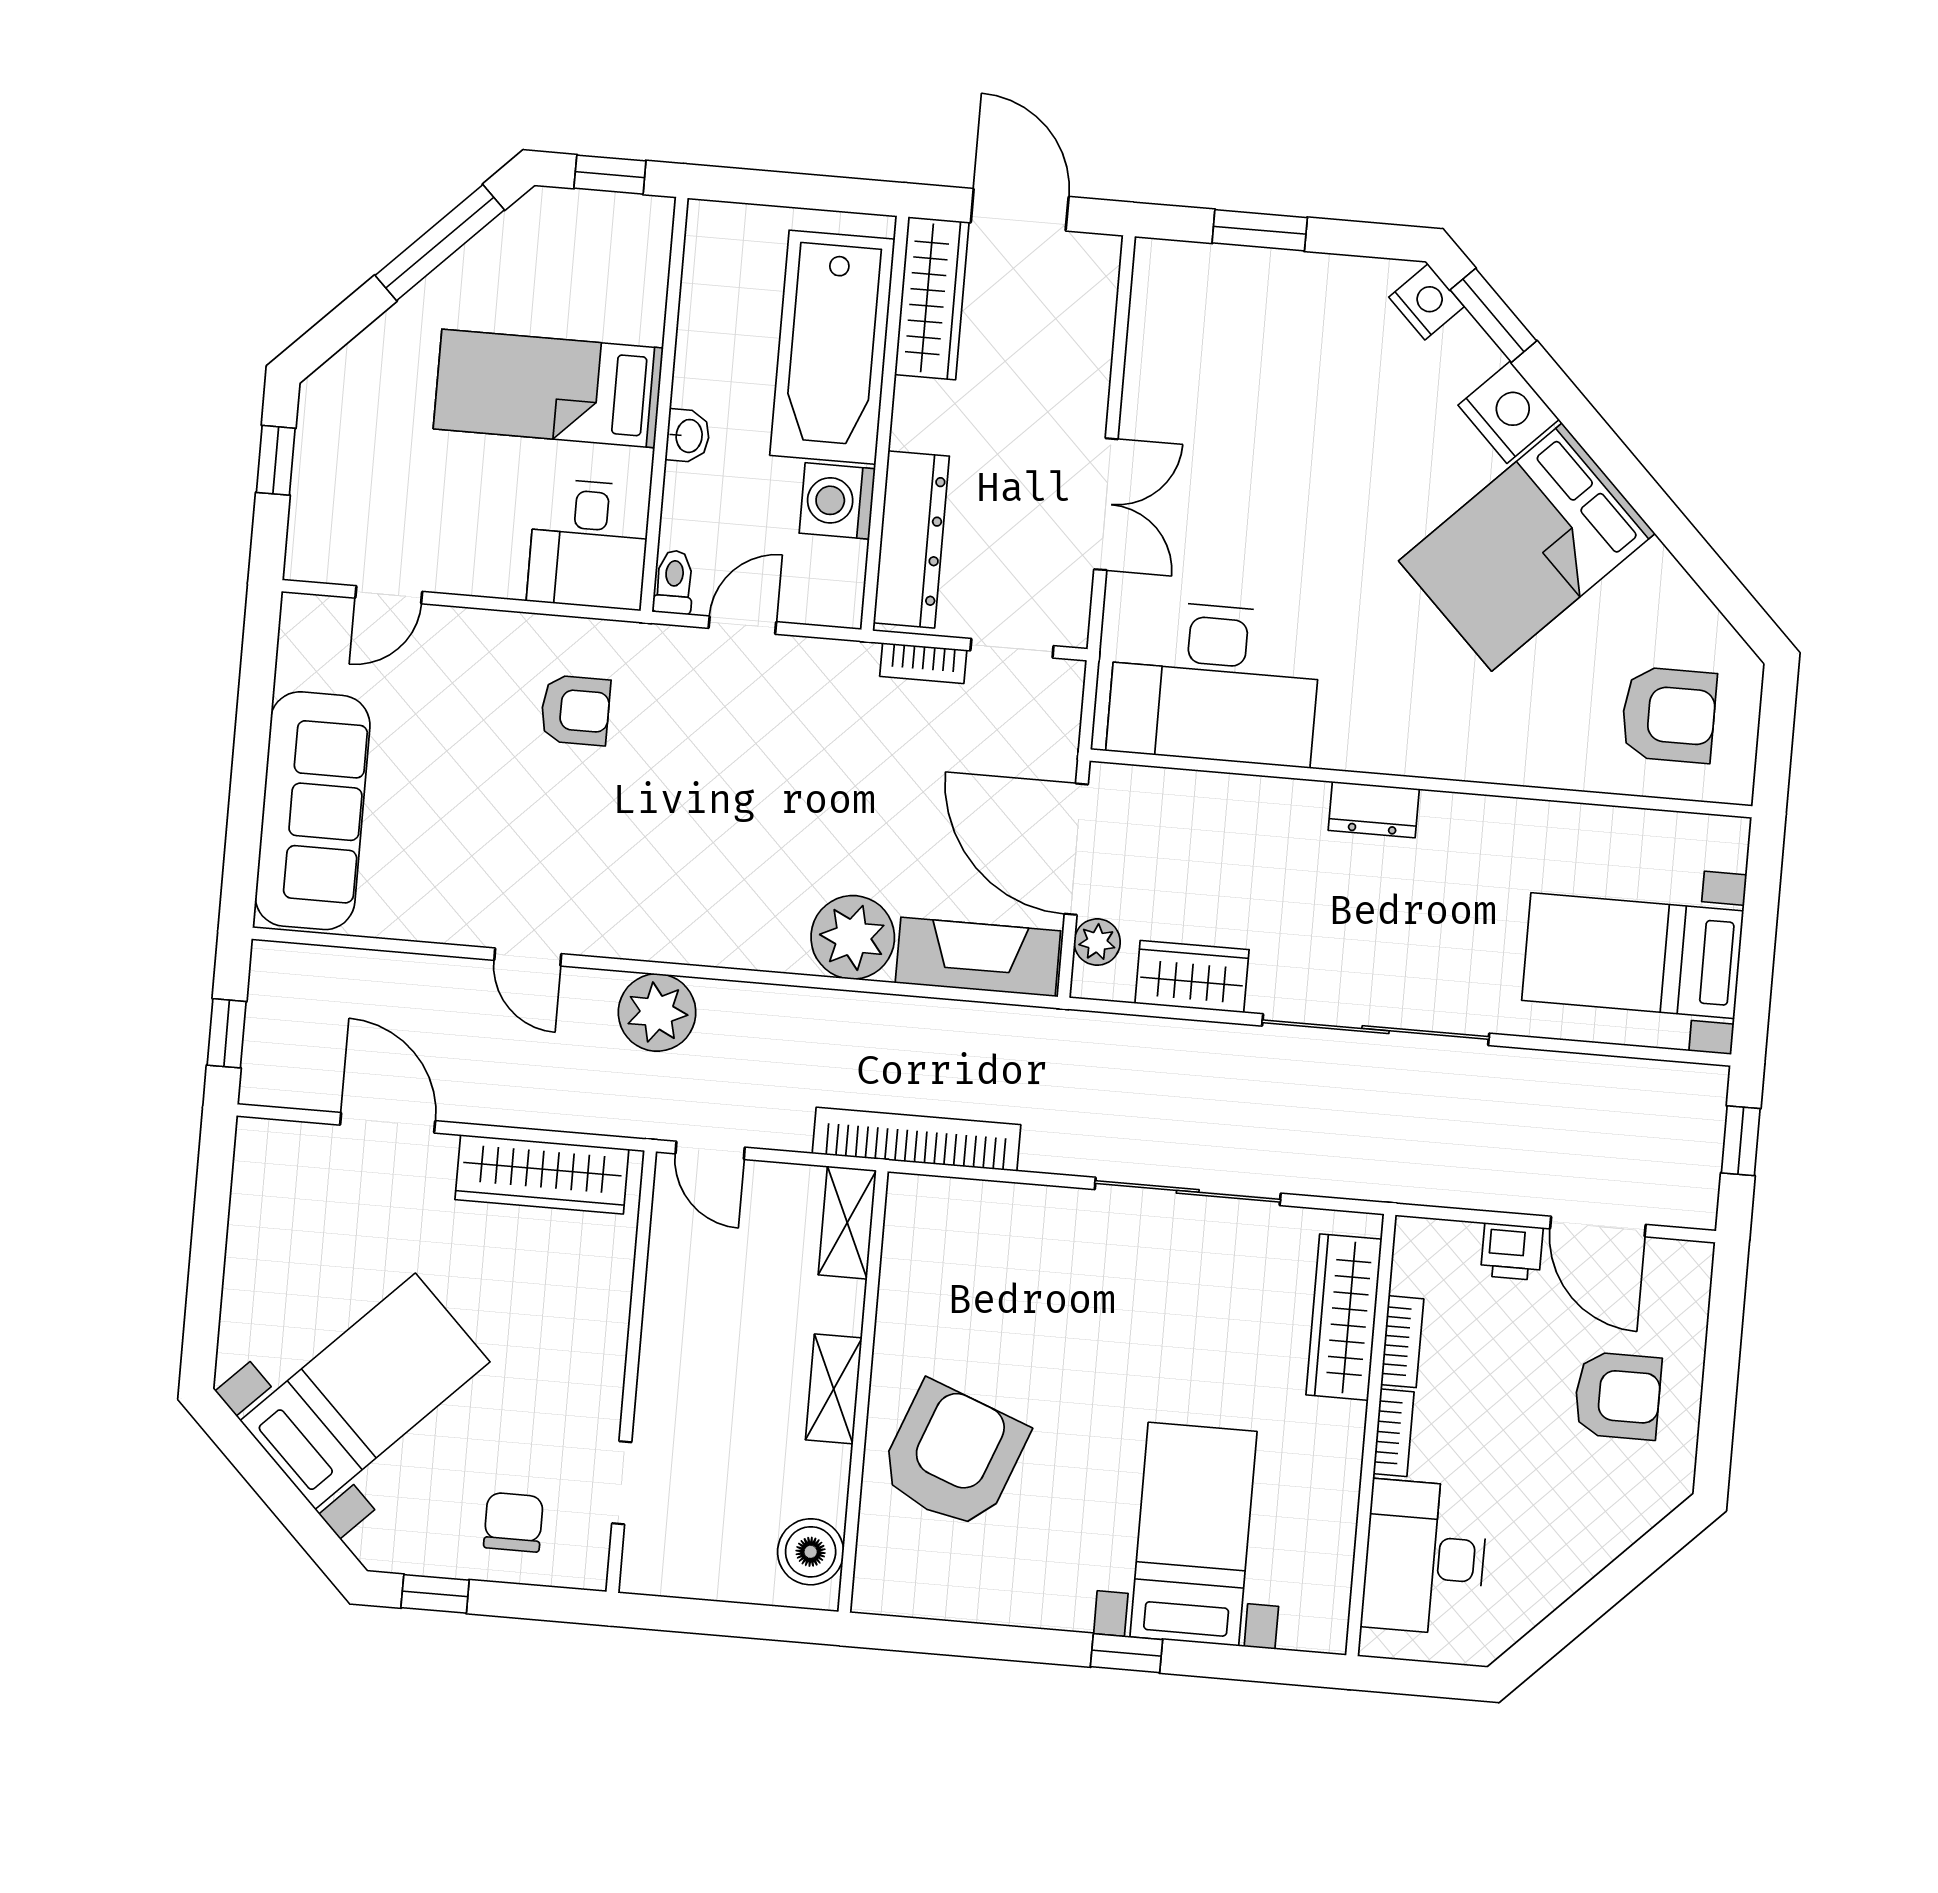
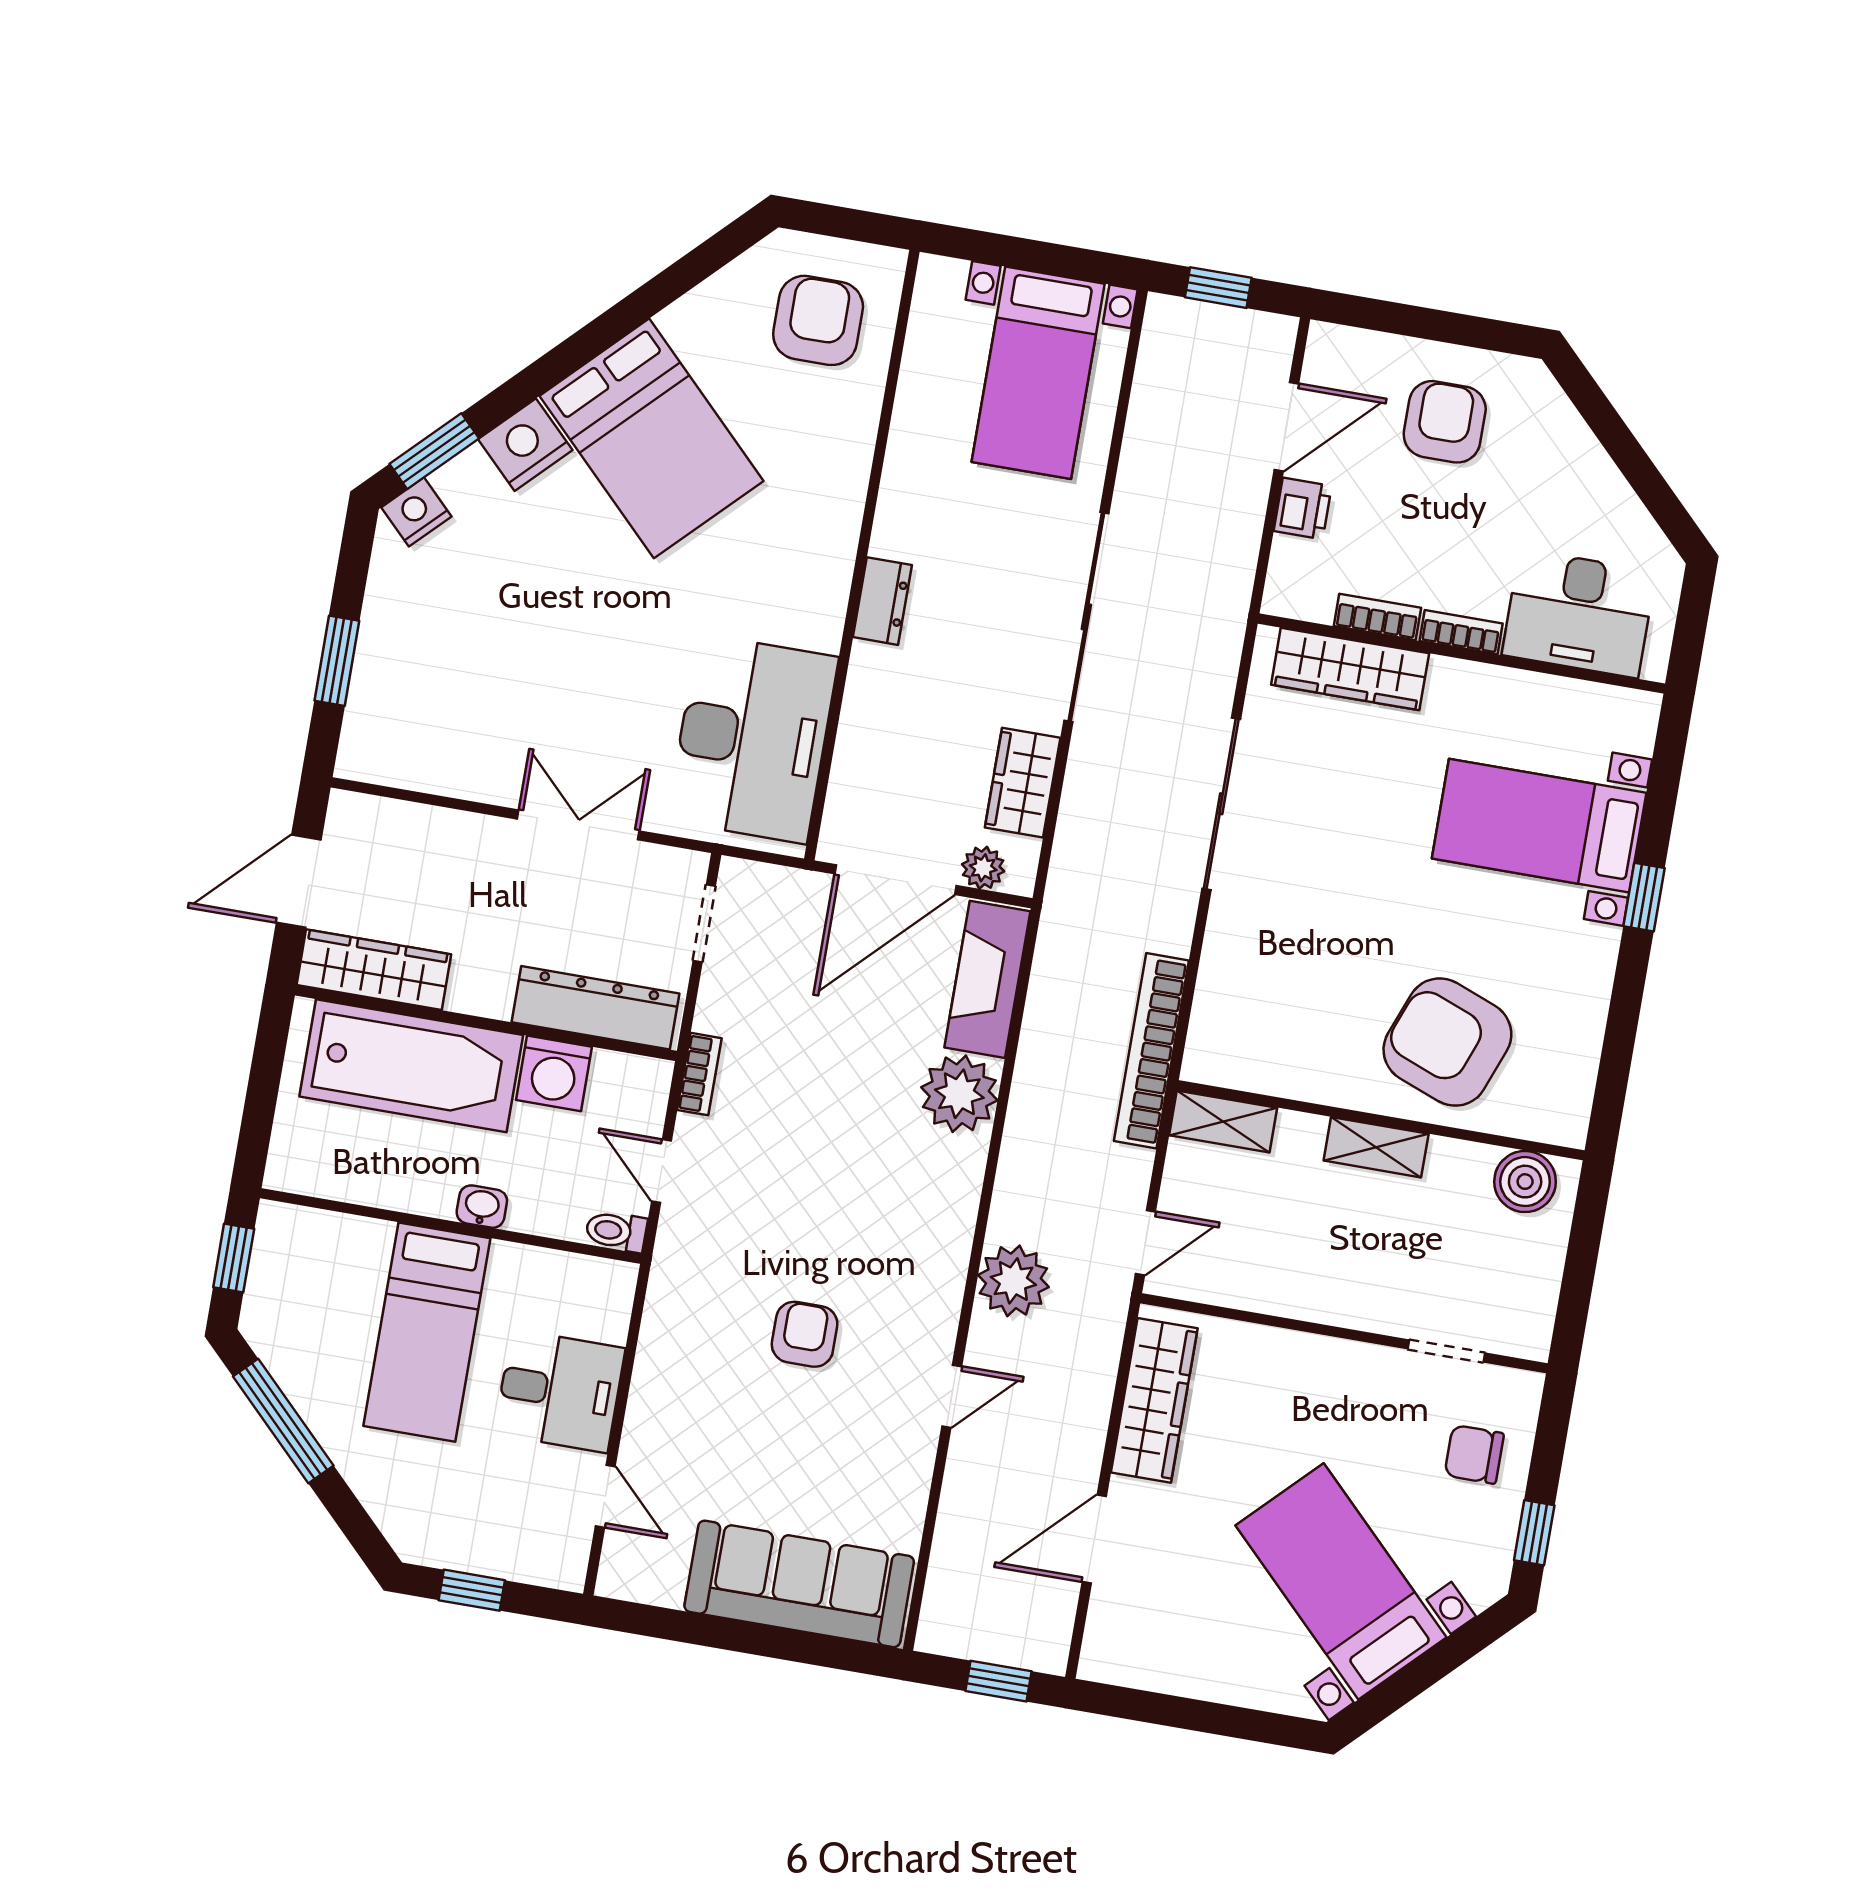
desk: (589, 544) -> (560, 1391), moved
bookcase: (923, 663) -> (699, 1074), moved
armchair: (575, 710) -> (805, 1334), moved

